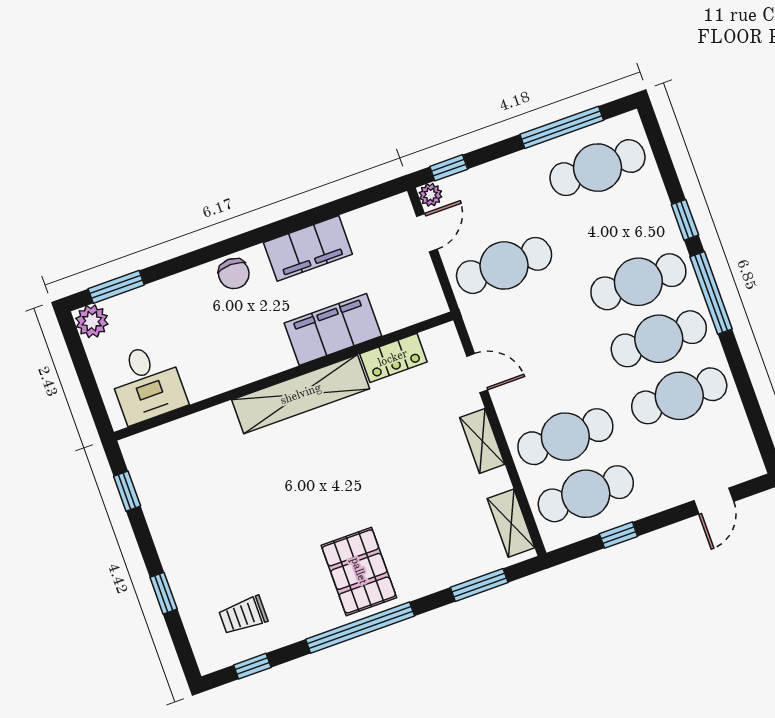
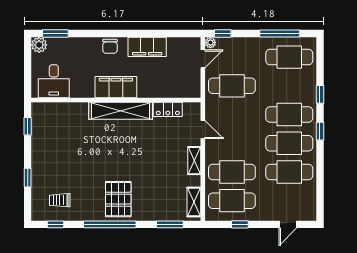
window: (711, 293) -> (320, 131), width x0.46
filing cabinet: (333, 330) -> (116, 87), moved

